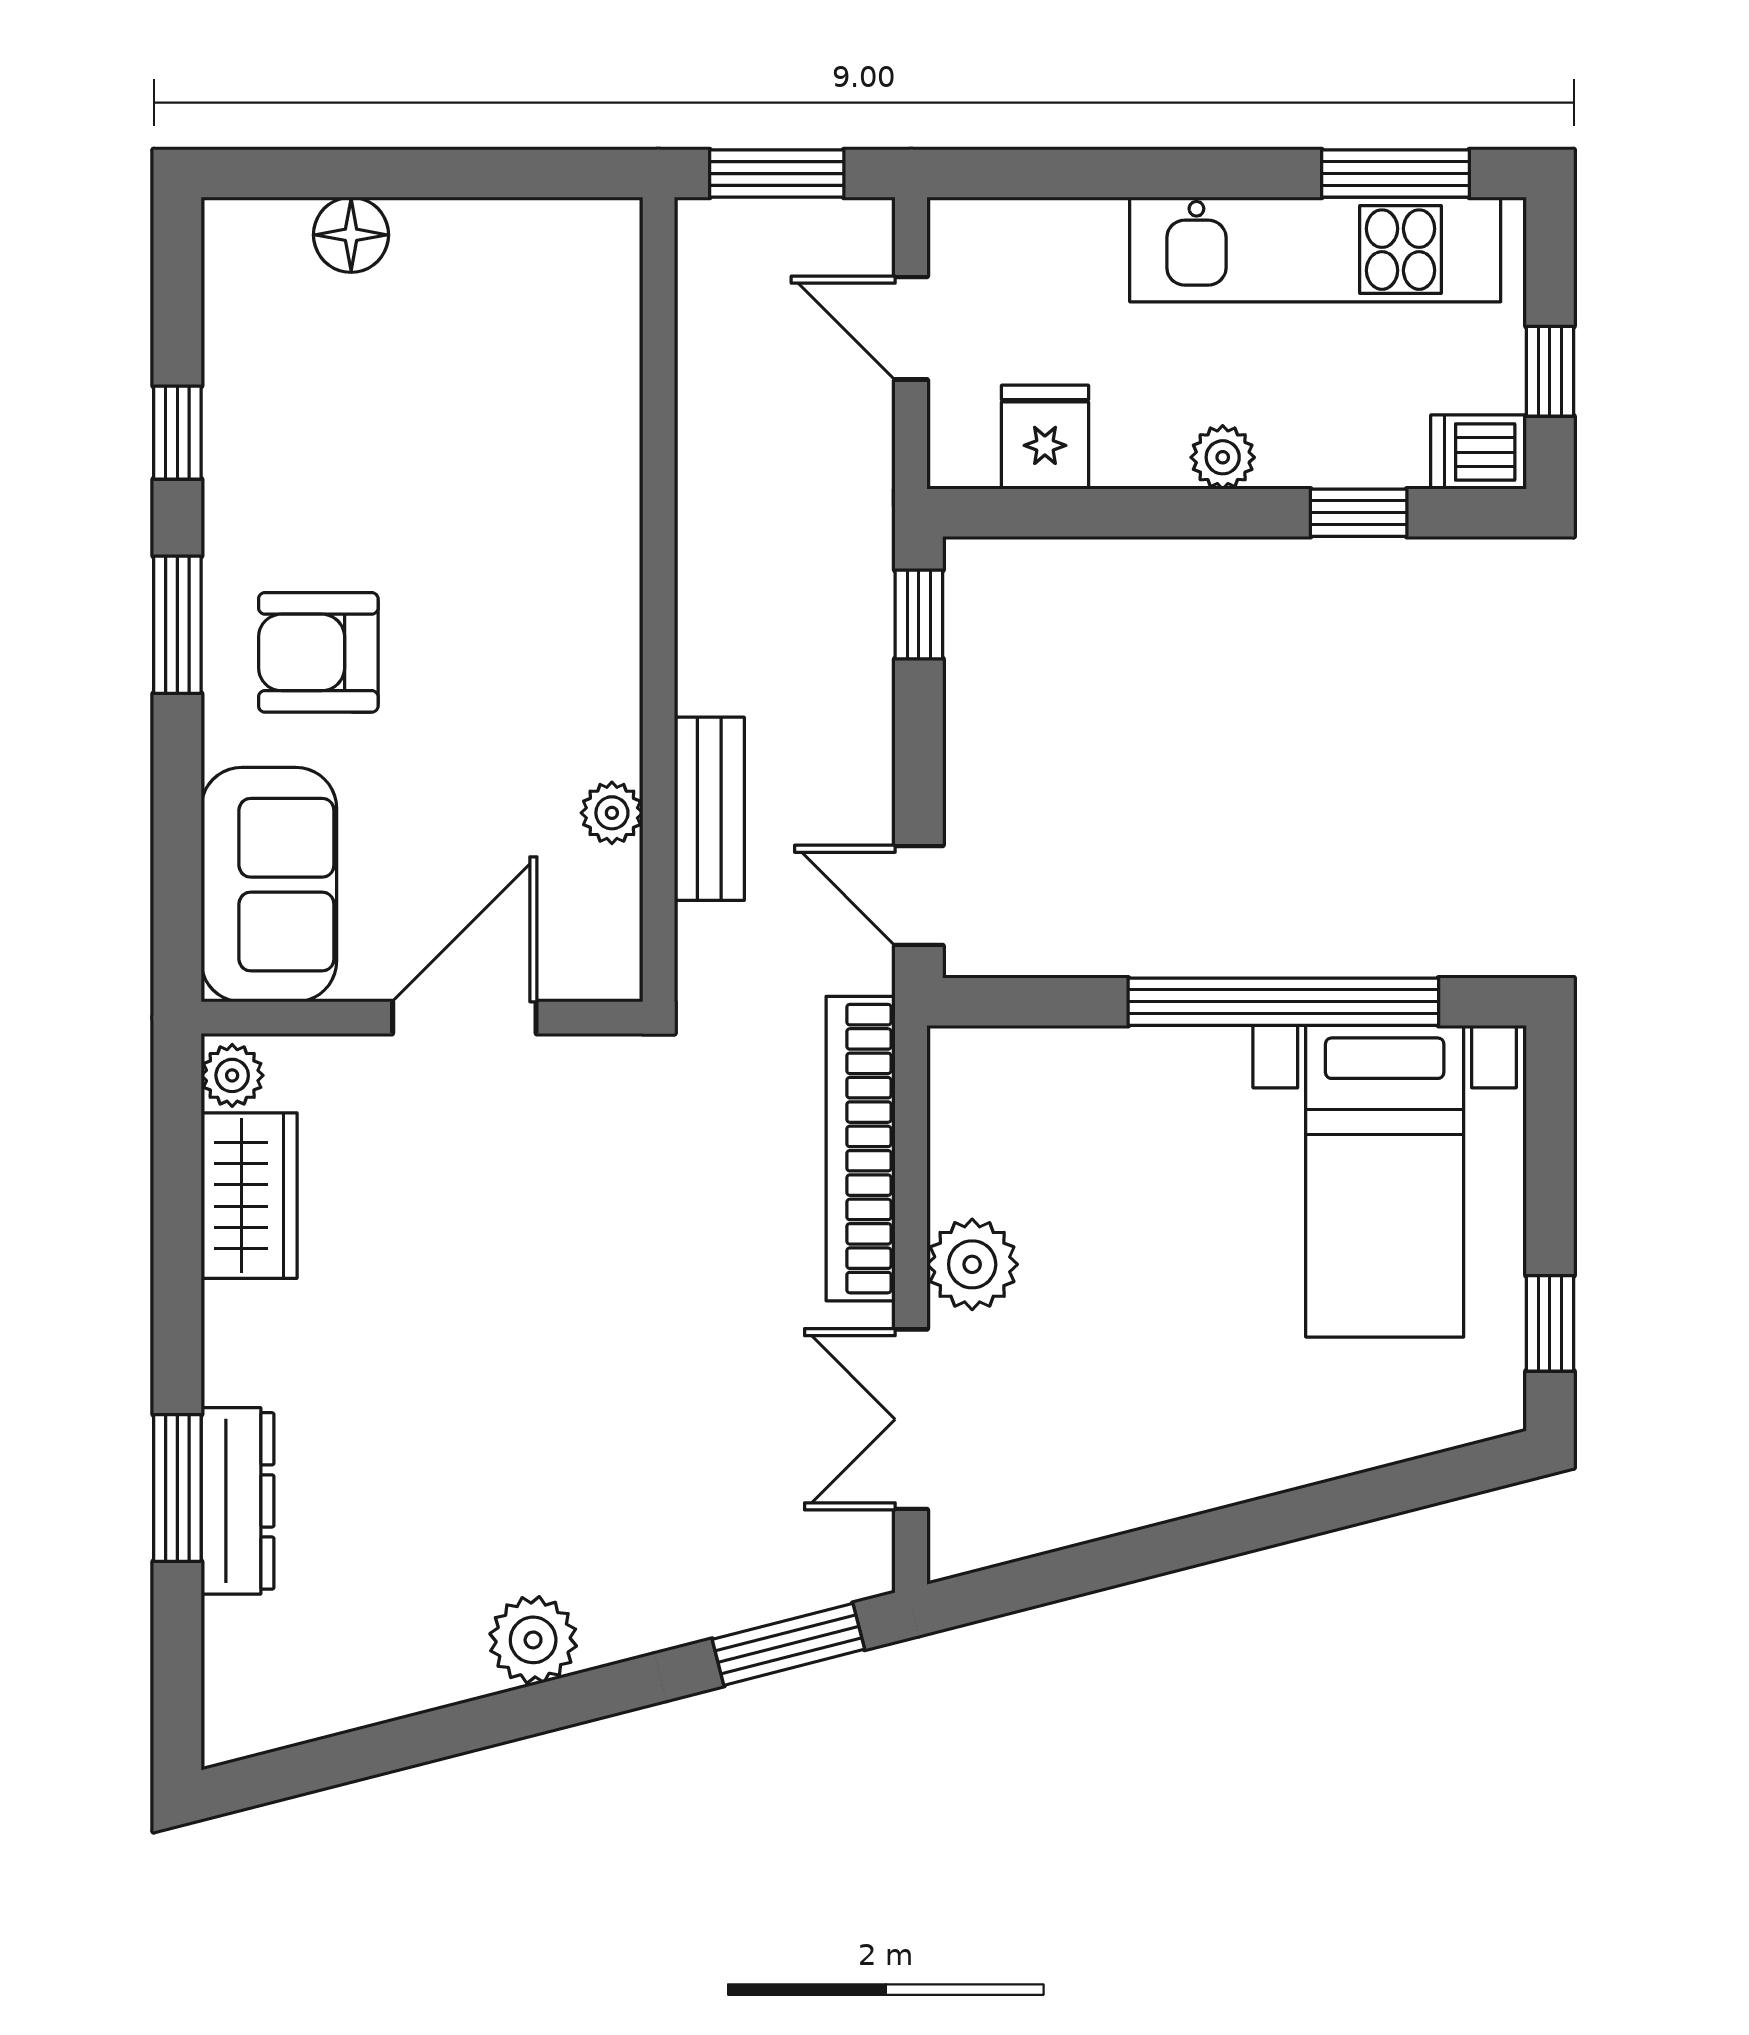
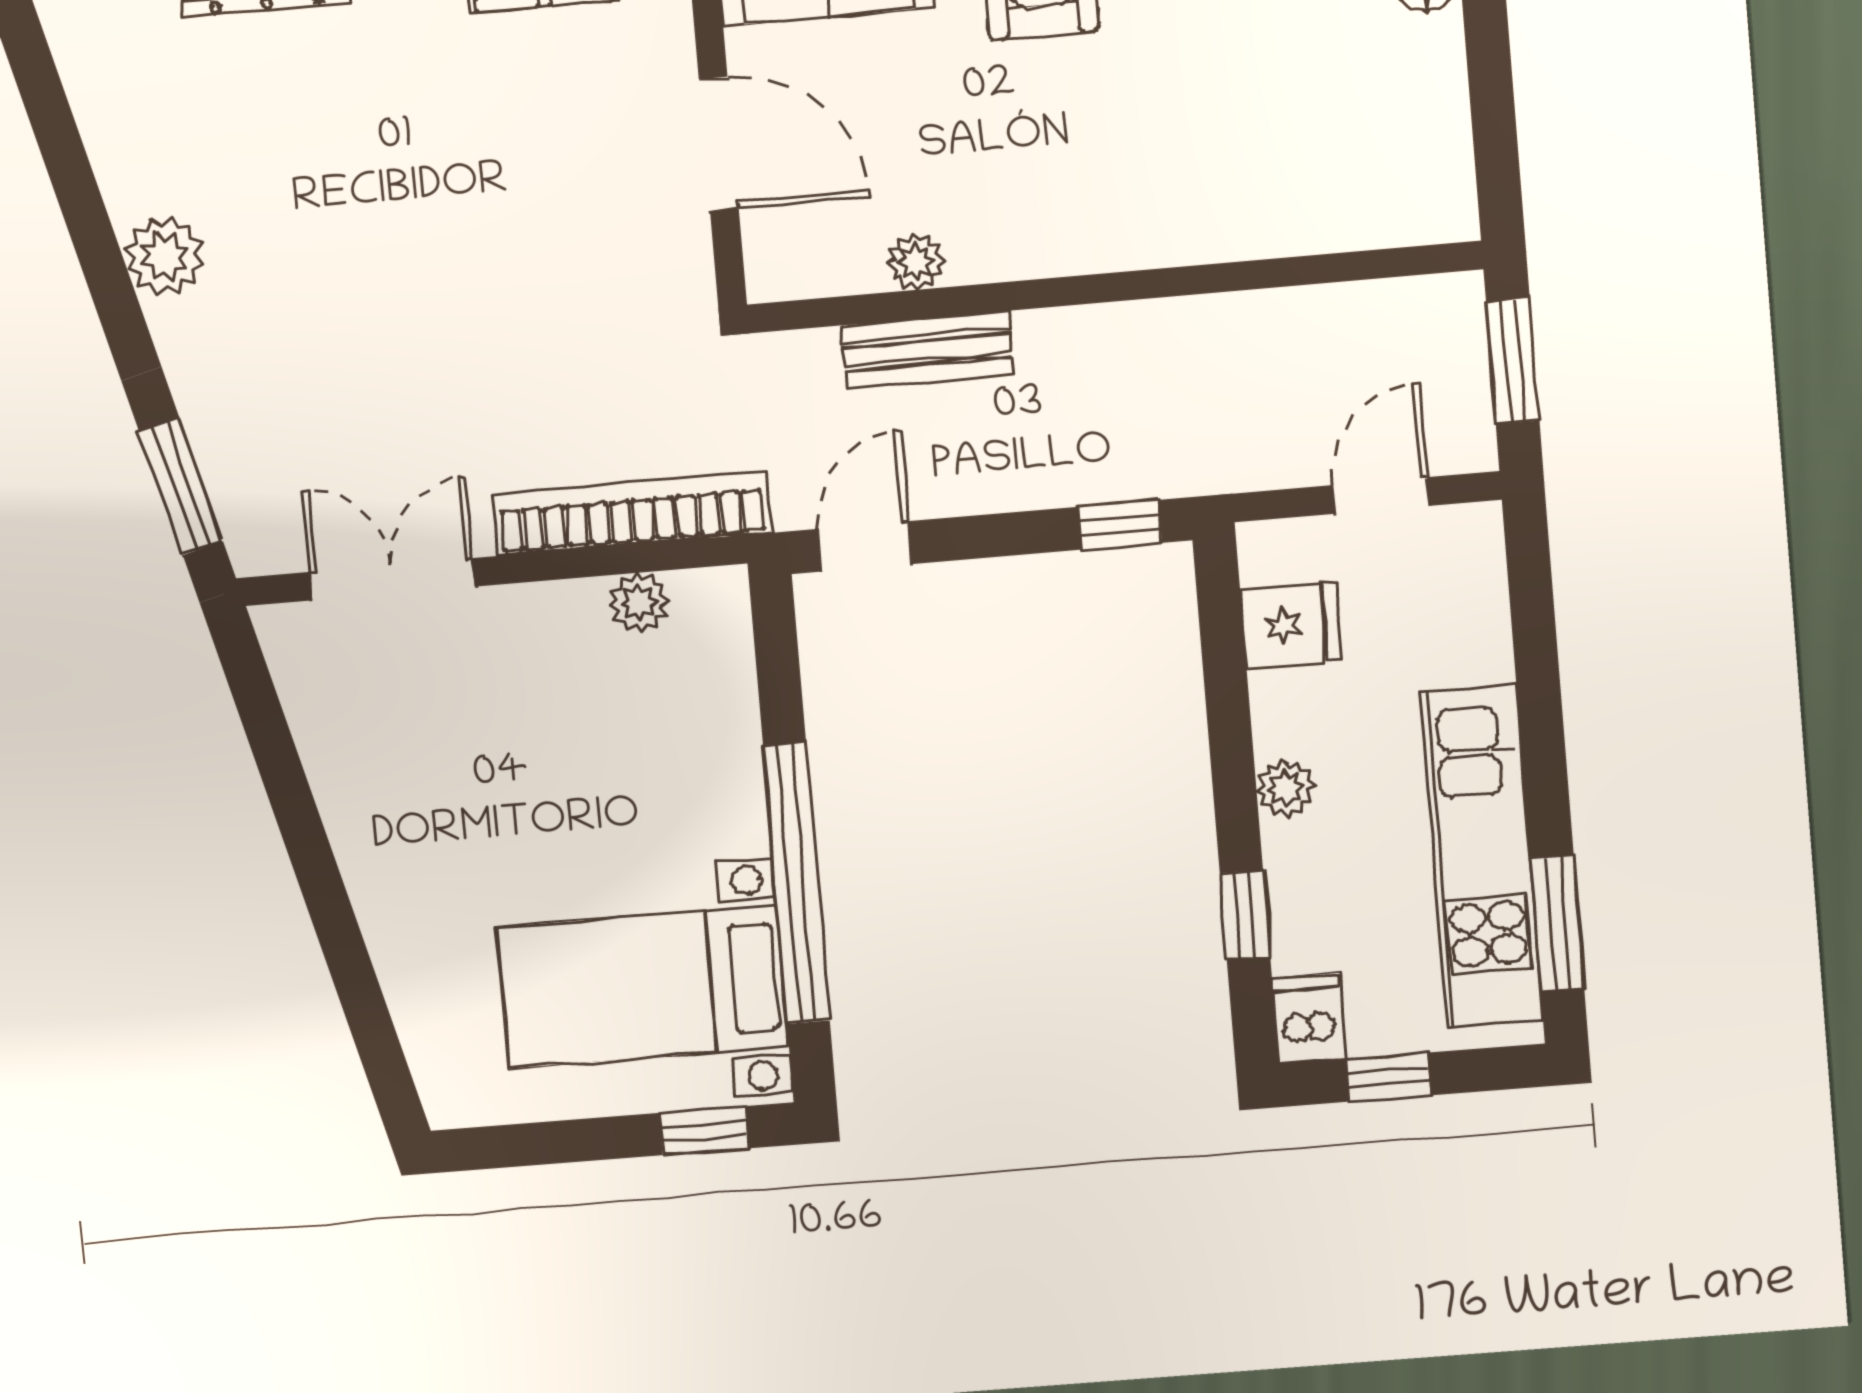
plant: (972, 1264) -> (639, 603), moved, width x0.73, depth x0.73
window: (1550, 1323) -> (704, 1131), moved

